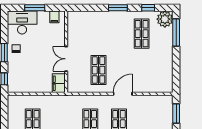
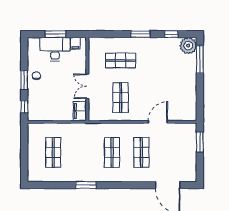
desk: (22, 23) -> (55, 49), moved
shop shelf: (142, 34) -> (121, 60), moved, turned 90
door: (123, 94) -> (158, 122), moved

